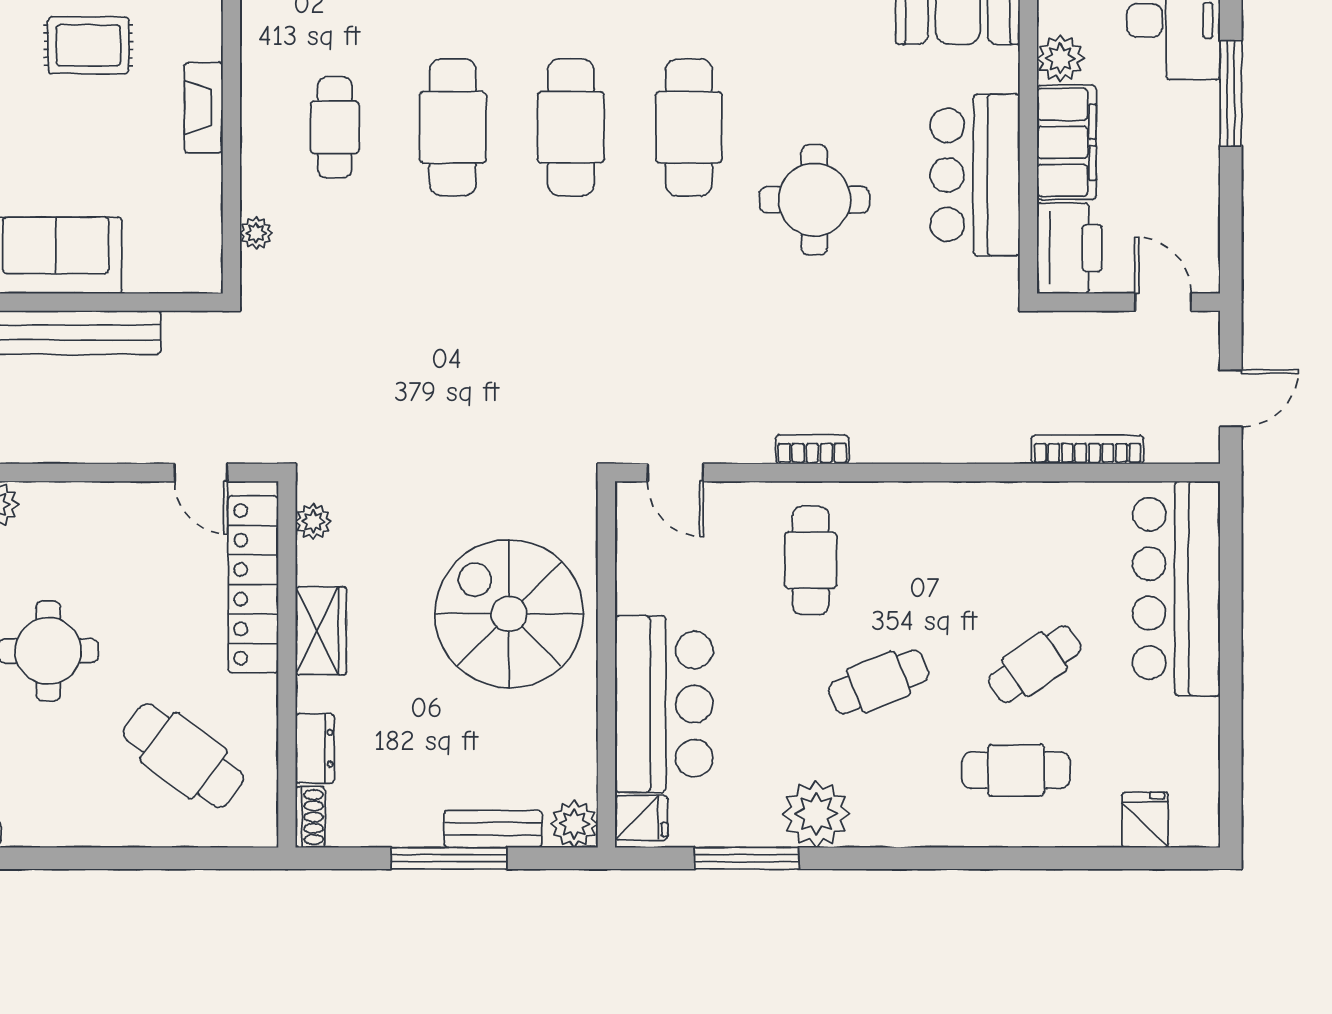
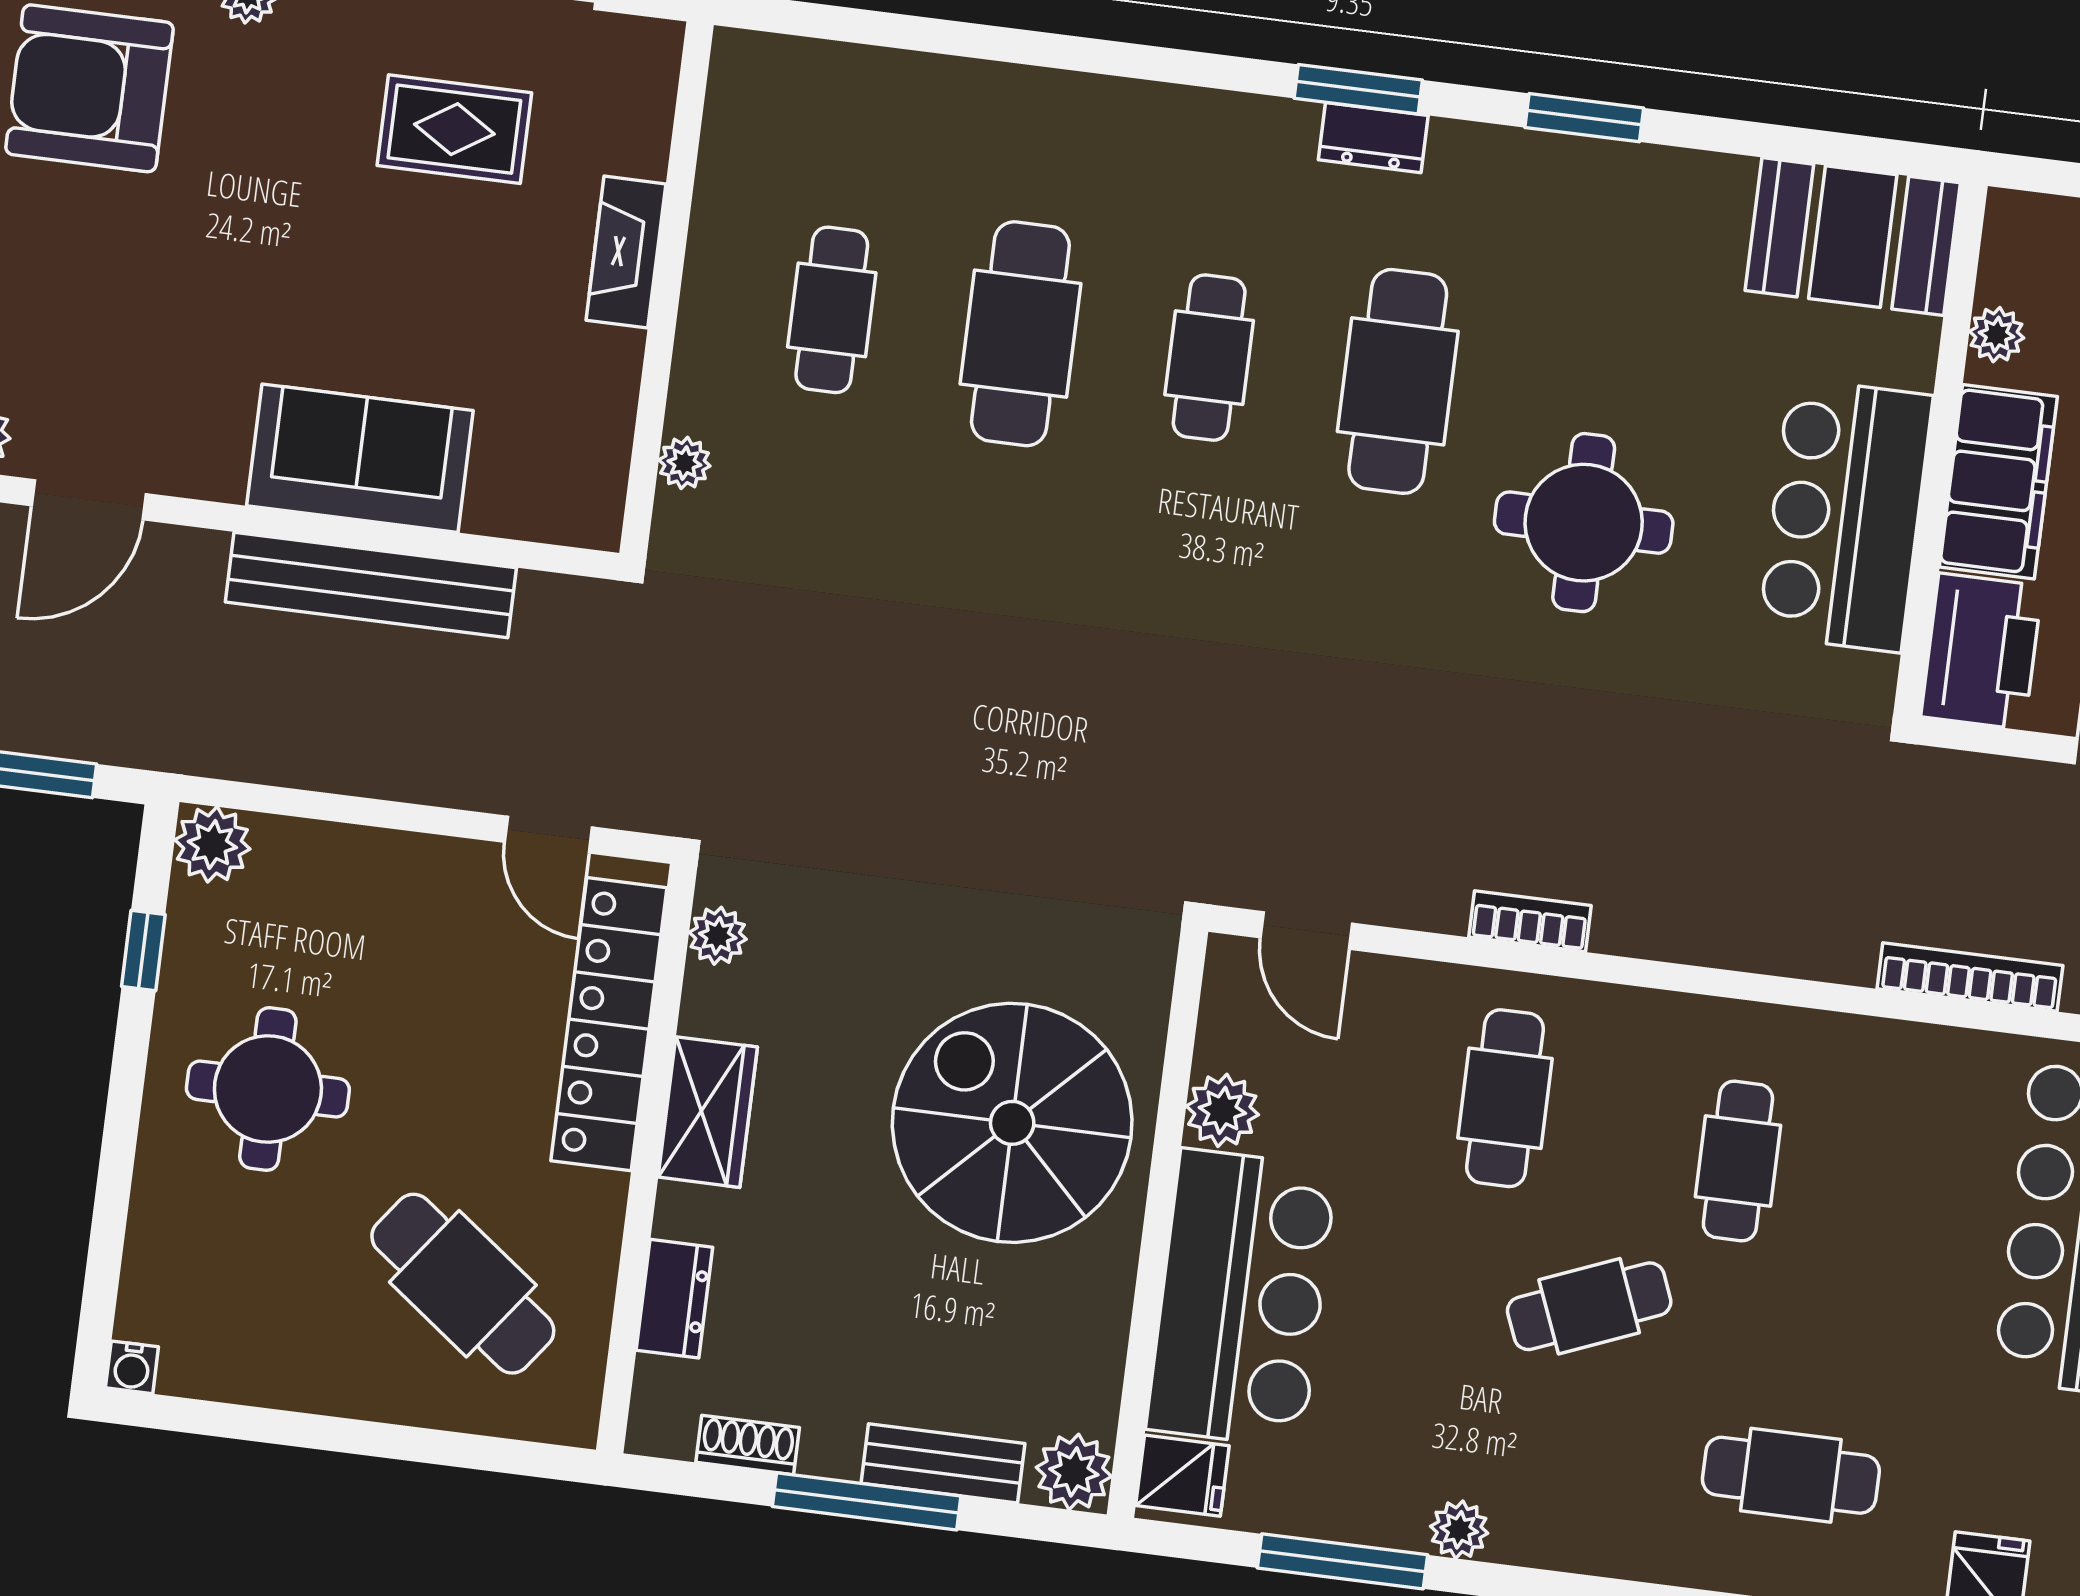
plant: (1060, 58) -> (1997, 335), width x0.73, depth x0.73
cafe table: (571, 127) -> (1209, 358), width x0.73, depth x0.74
plant: (638, 590) -> (1222, 1110), added
cafe table: (1035, 664) -> (1738, 1161), moved, turned -55
plant: (816, 814) -> (1459, 1530), width x0.53, depth x0.53
shoe rack: (310, 817) -> (748, 1445), moved, turned -90

